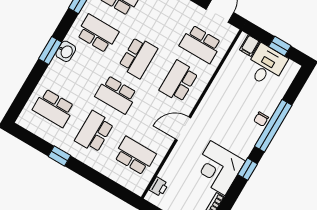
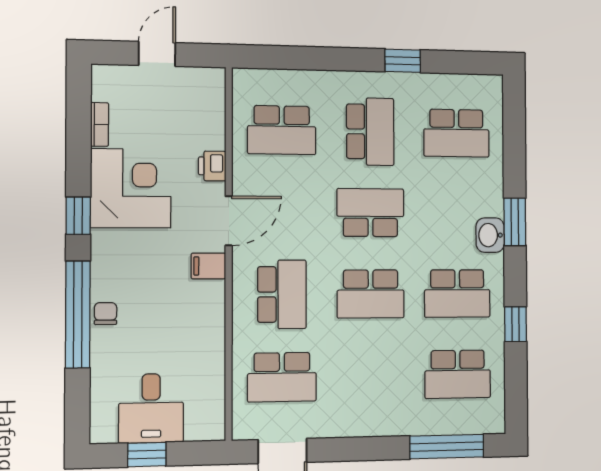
school desk: (201, 44) -> (282, 377), turned 180
filing cabinet: (250, 46) -> (208, 266), moved, turned -90
school desk: (138, 57) -> (371, 294), turned -90
school desk: (54, 108) -> (456, 133), turned 180
printer: (159, 187) -> (212, 166), moved

